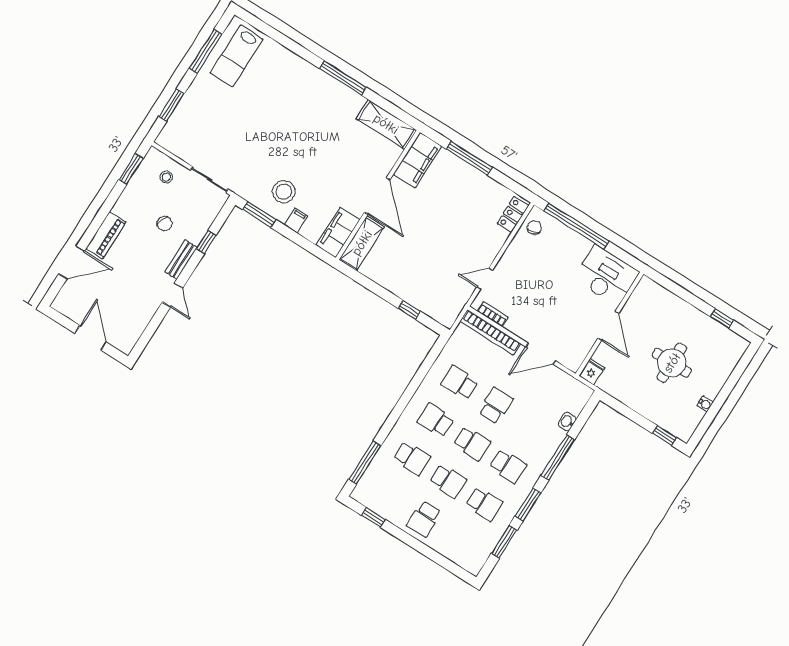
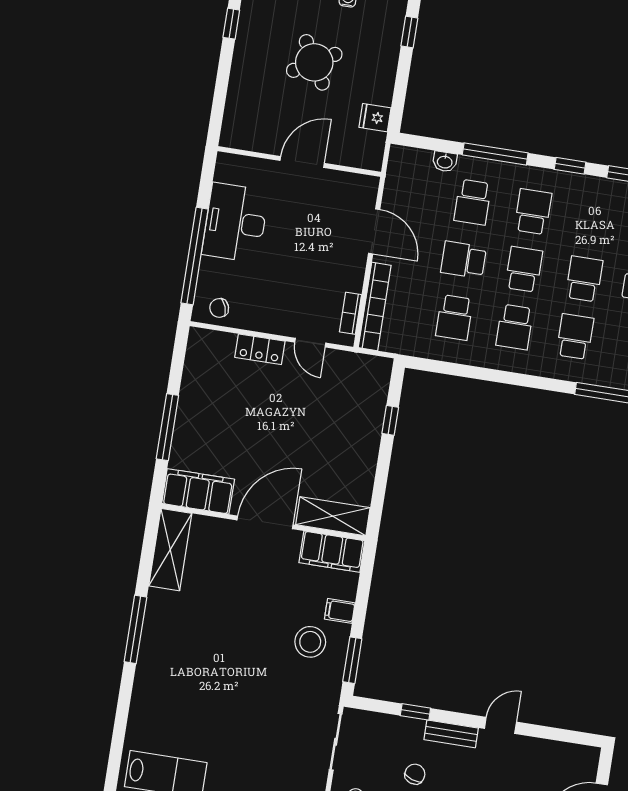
locker: (513, 214) -> (260, 349), moved
desk: (606, 275) -> (235, 223), moved
round table: (672, 363) -> (314, 62), turned -30
fridge: (592, 372) -> (375, 118), moved
school desk: (484, 504) -> (473, 202), moved, turned 180
window: (528, 504) -> (570, 166), width x0.67

